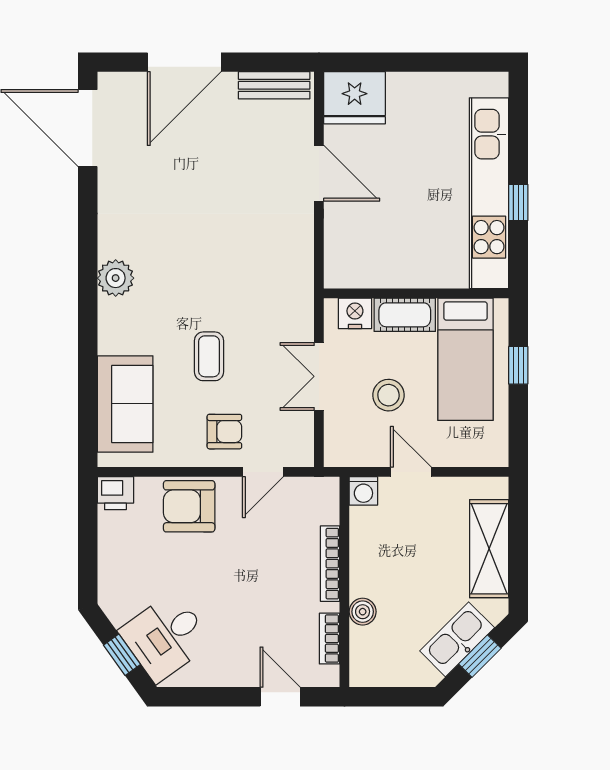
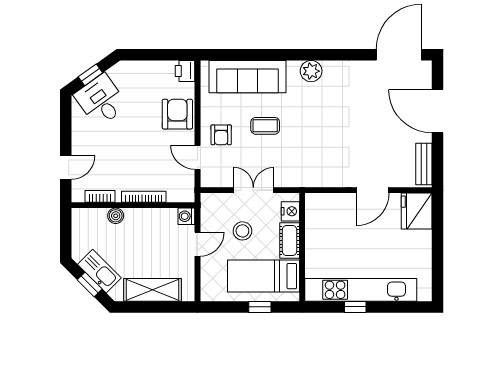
sofa: (125, 404) -> (247, 77), width x1.36

